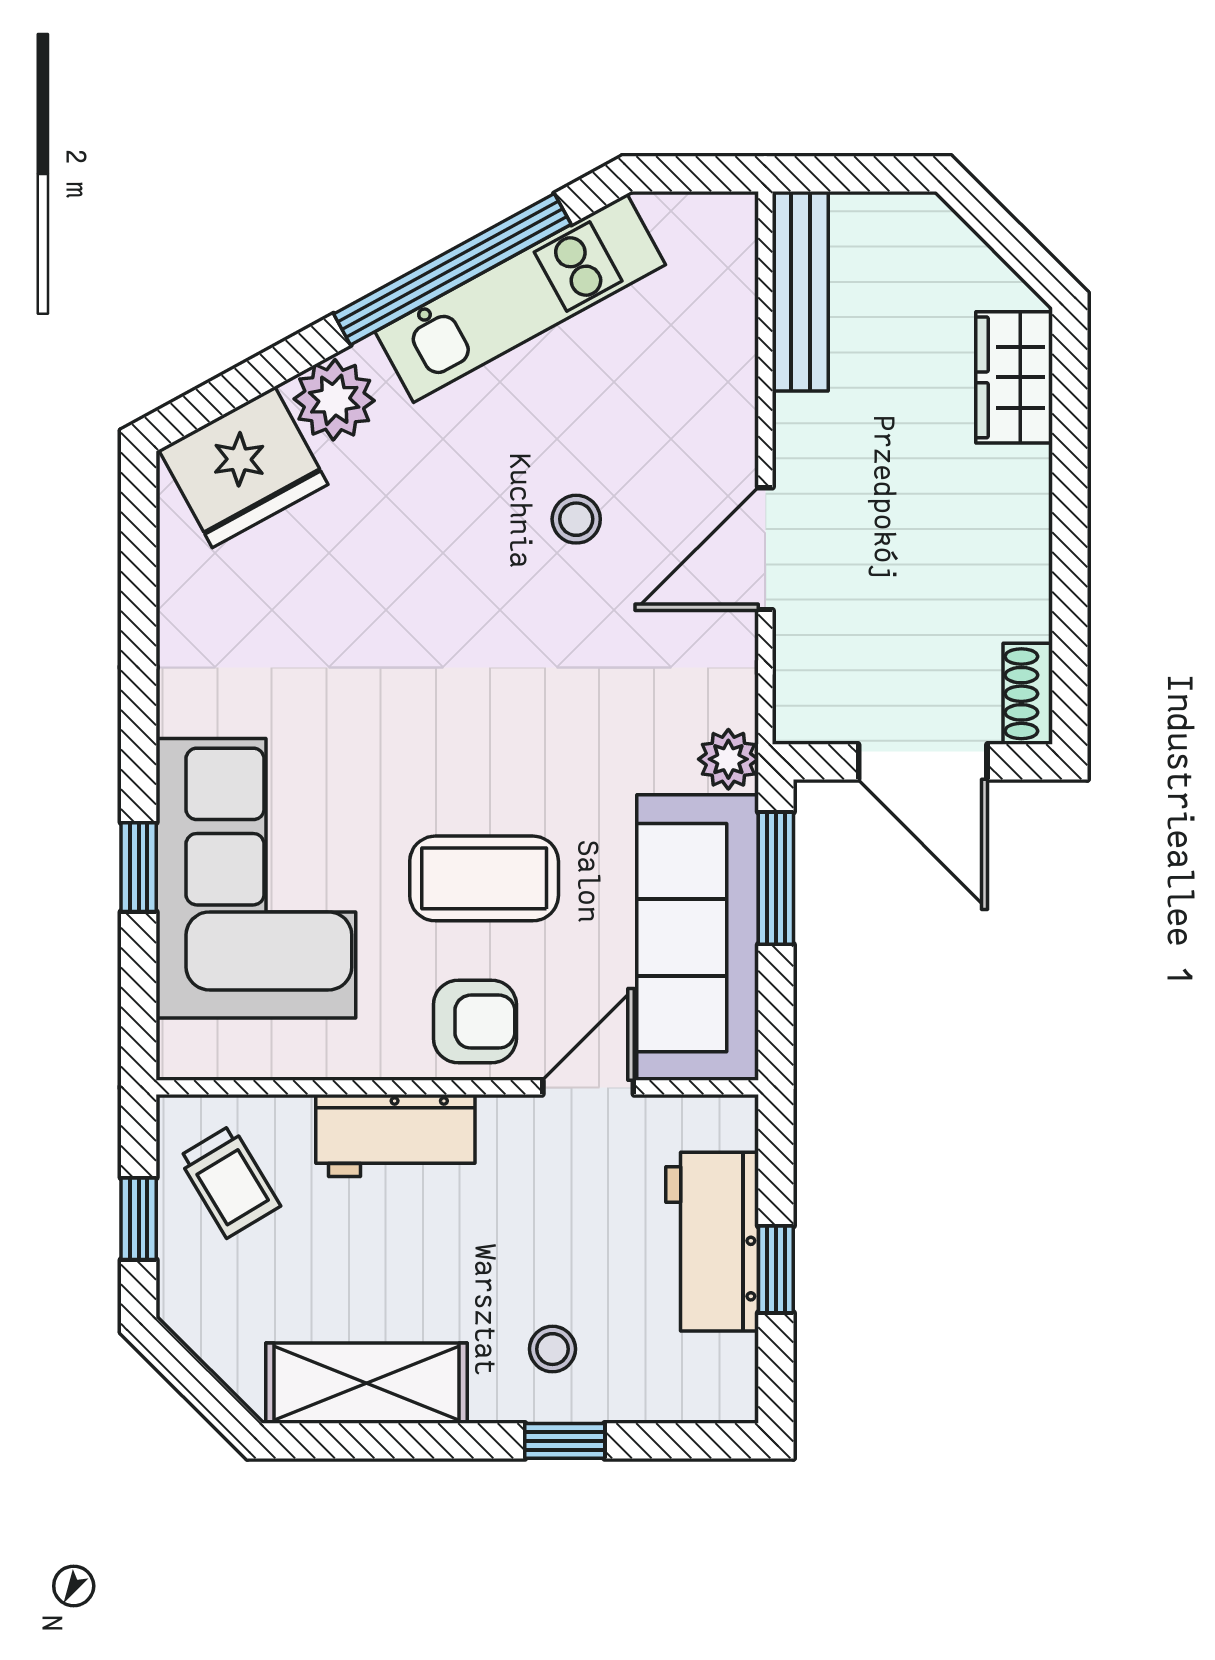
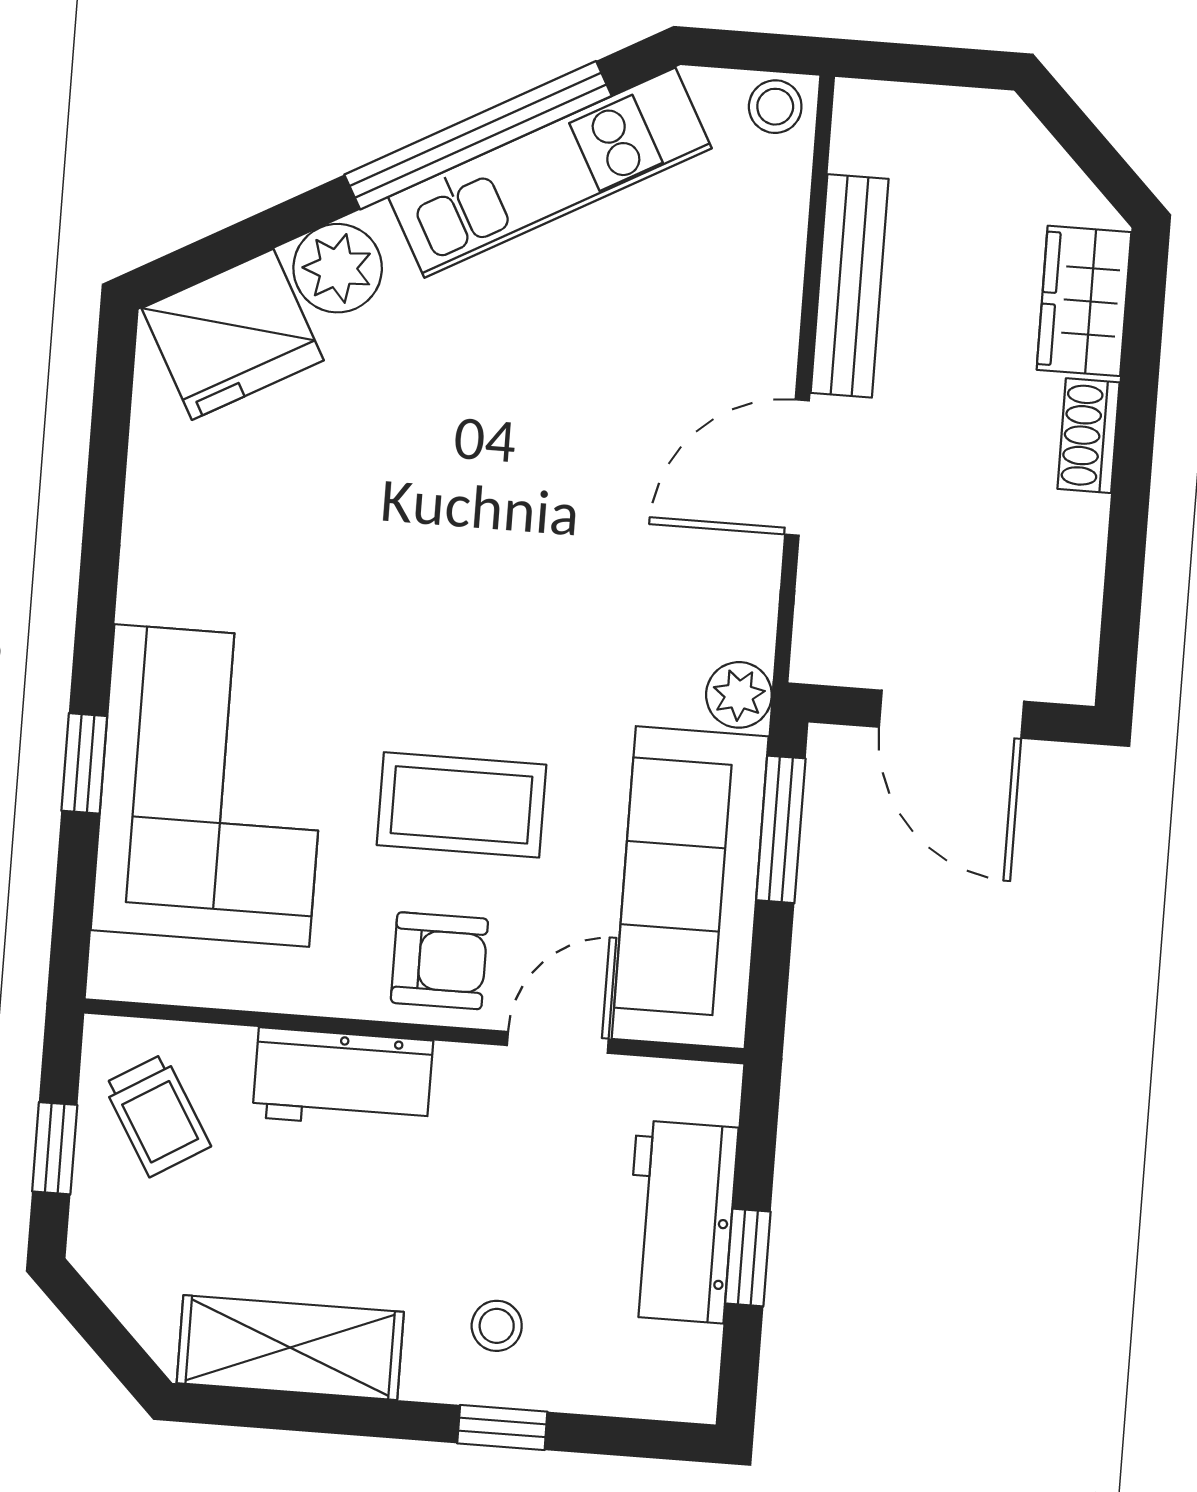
bench: (800, 291) -> (850, 286), moved
stool: (576, 519) -> (775, 107), moved
shoe rack: (1028, 694) -> (1089, 436), moved

